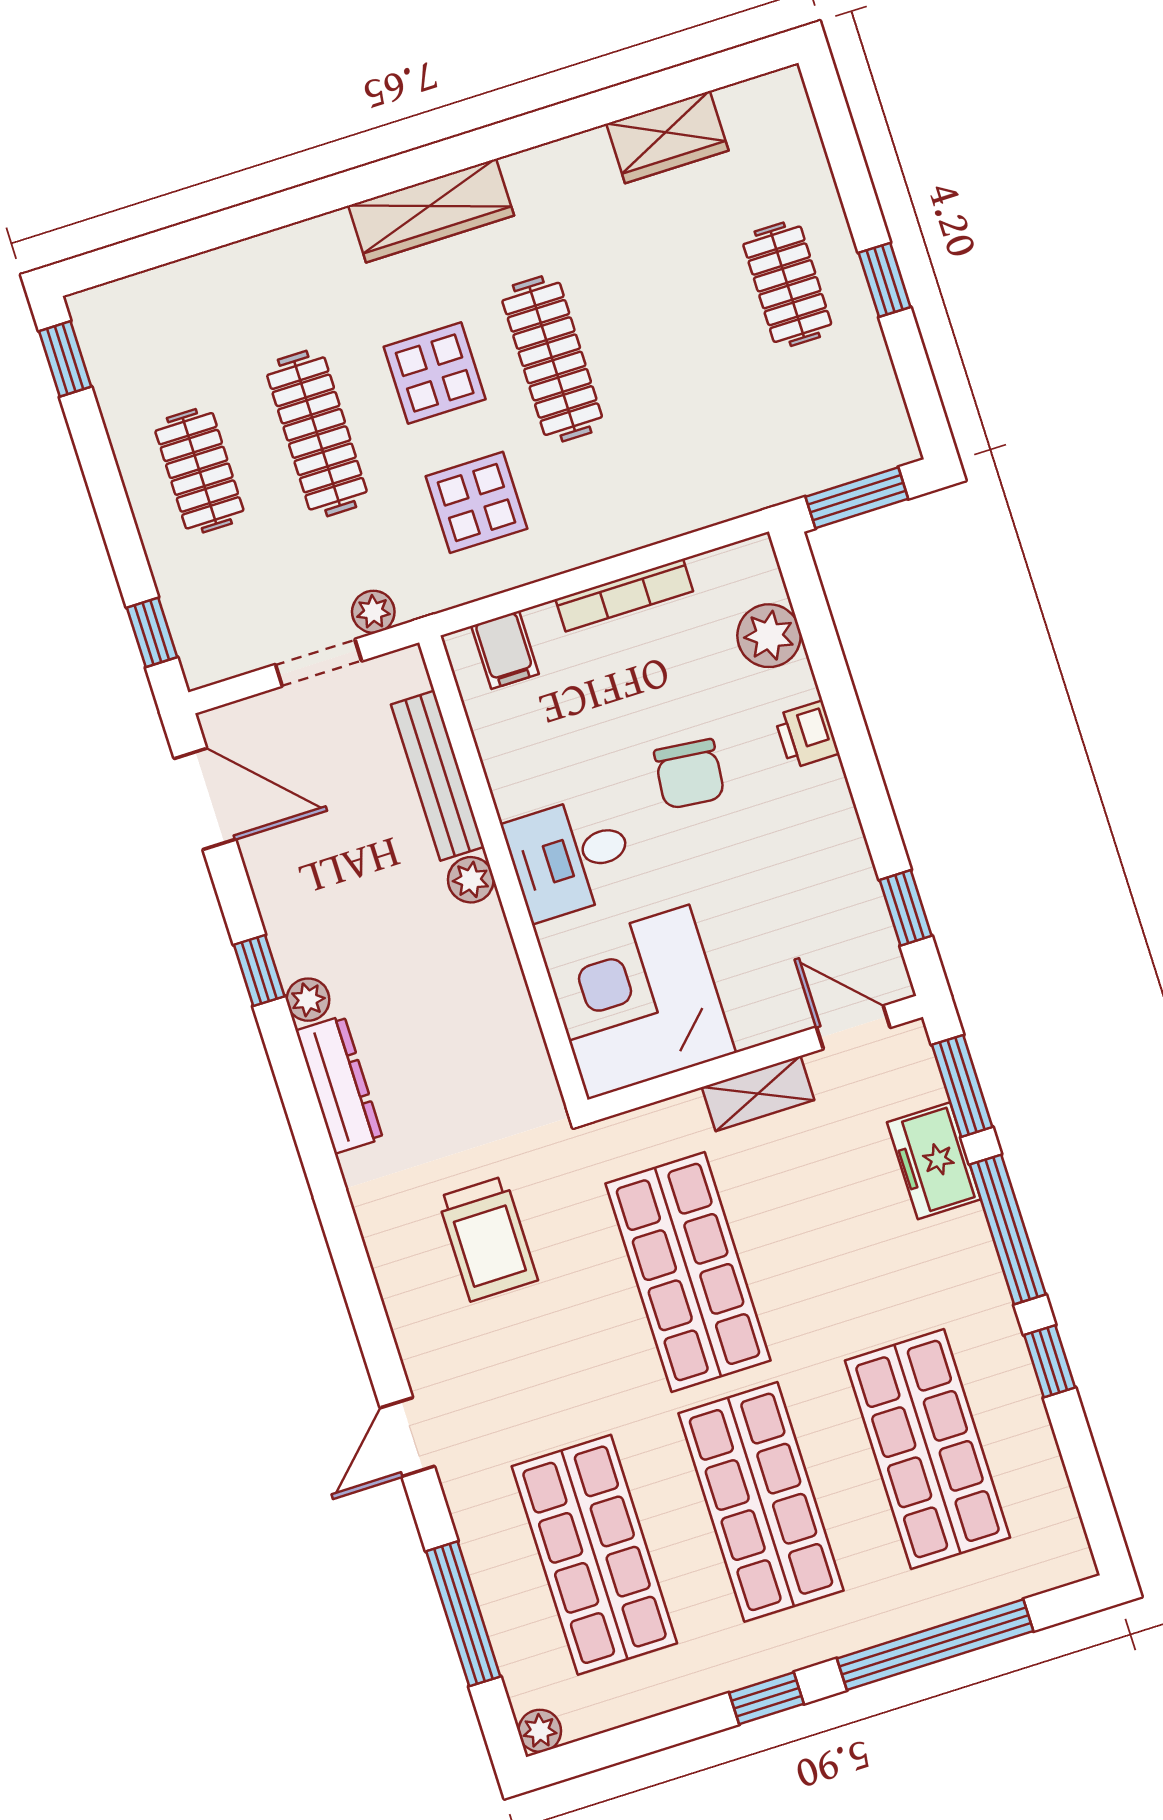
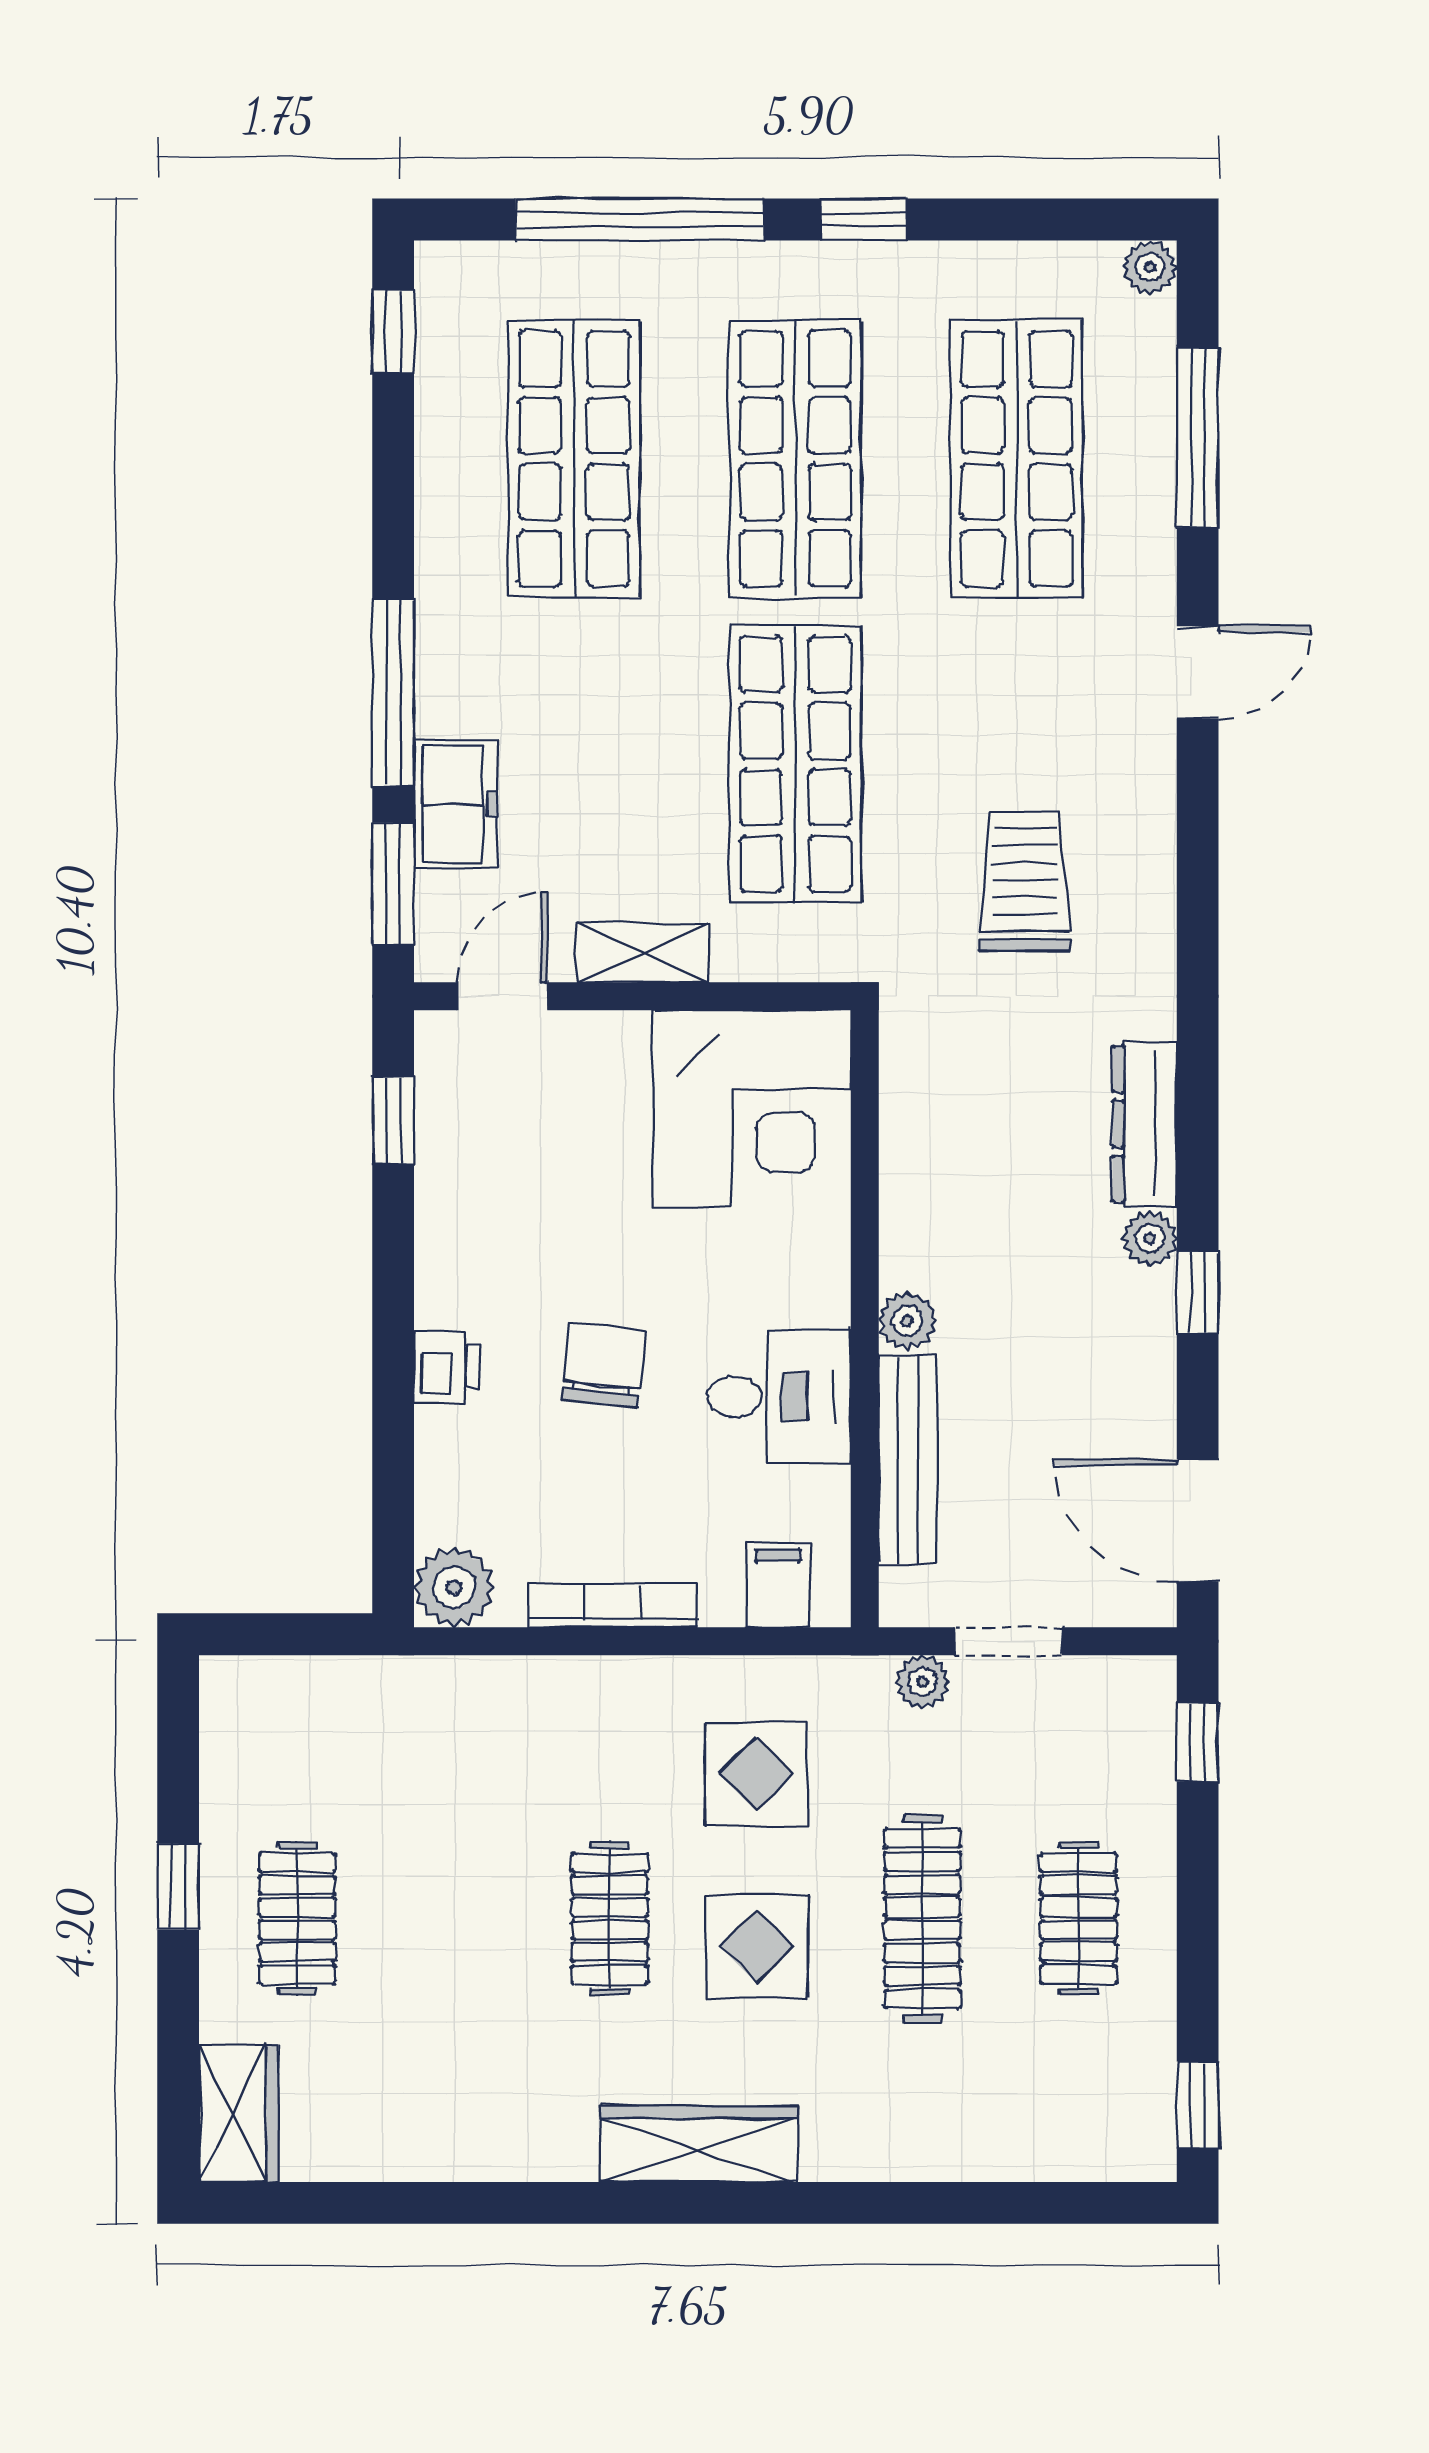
wardrobe: (667, 137) -> (239, 2113), moved, turned 90
clothes rail: (552, 359) -> (610, 1919), width x0.73
window: (857, 498) -> (295, 1634), removed
plant: (769, 636) -> (454, 1587), moved
desk: (570, 857) -> (779, 1397), moved
door: (853, 1027) -> (502, 996), swing flipped
window: (1050, 1361) -> (393, 332), moved

